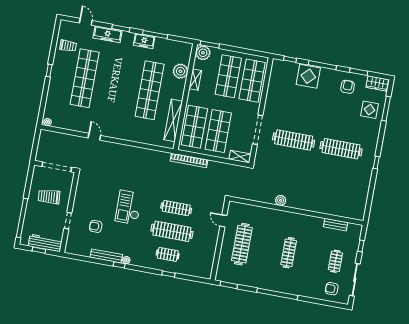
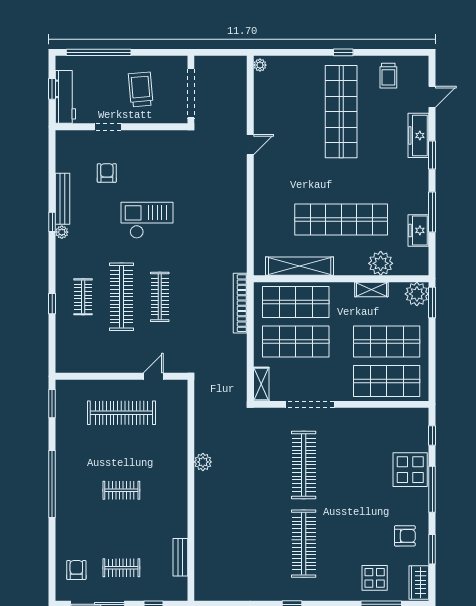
freezer: (144, 41) -> (418, 230), moved
shop shelf: (85, 78) -> (341, 112), turned 90
clothes rail: (289, 253) -> (121, 490), width x0.73

